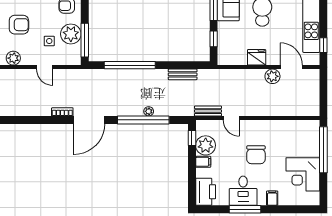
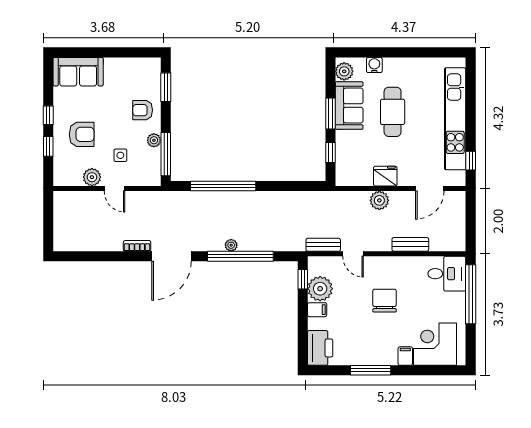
plant: (71, 34) -> (154, 140), width x0.53, depth x0.53
plant: (13, 58) -> (92, 177), moved
door: (291, 67) -> (430, 189), swing flipped
bench: (183, 74) -> (410, 244), moved
plant: (272, 76) -> (379, 200), moved
plant: (149, 111) -> (231, 245), moved
chair: (256, 155) -> (385, 301), turned 180
corner desk: (303, 174) -> (435, 344), moved, turned 90
desk: (243, 191) -> (447, 274), moved, turned -90

